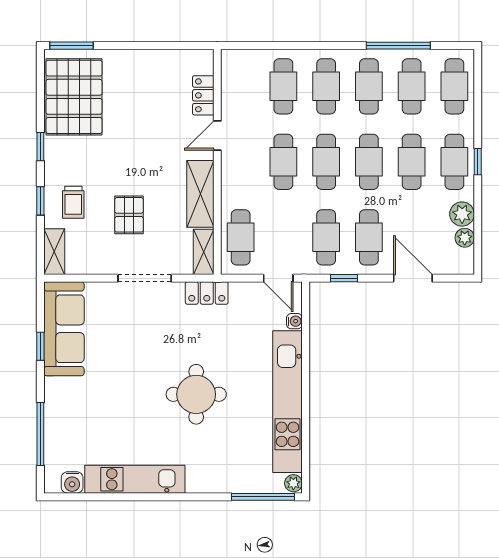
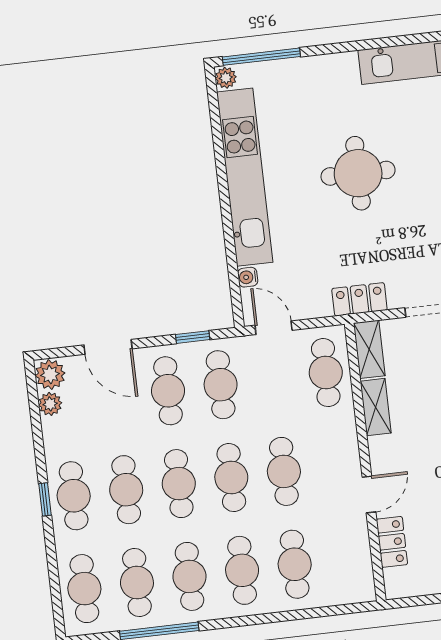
shelving: (200, 194) -> (376, 407), width x0.67, depth x0.75
plant: (462, 214) -> (50, 374), moved

